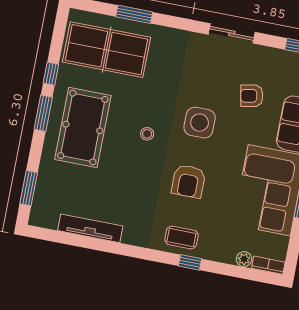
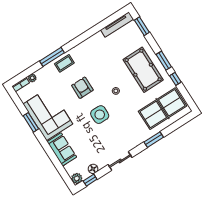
window: (134, 14) -> (154, 140), moved
floor lamp: (279, 57) -> (93, 169), added
armchair: (252, 96) -> (89, 144), removed
tv unit: (90, 228) -> (117, 25), moved
window: (190, 262) -> (52, 57), width x2.17

